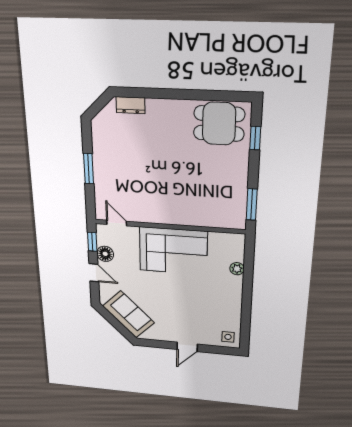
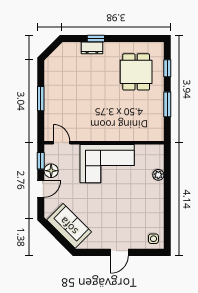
window: (158, 93) -> (96, 38), added
dresser: (130, 105) -> (92, 48), moved
dining table: (219, 124) -> (136, 72), moved, turned 90
window: (252, 204) -> (167, 104), moved
door: (94, 273) -> (41, 189), hinge flipped

